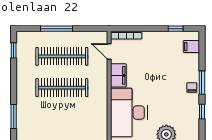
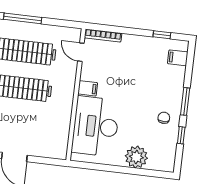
filing cabinet: (118, 75) -> (88, 88), width x0.50
chair: (192, 87) -> (164, 118), moved

